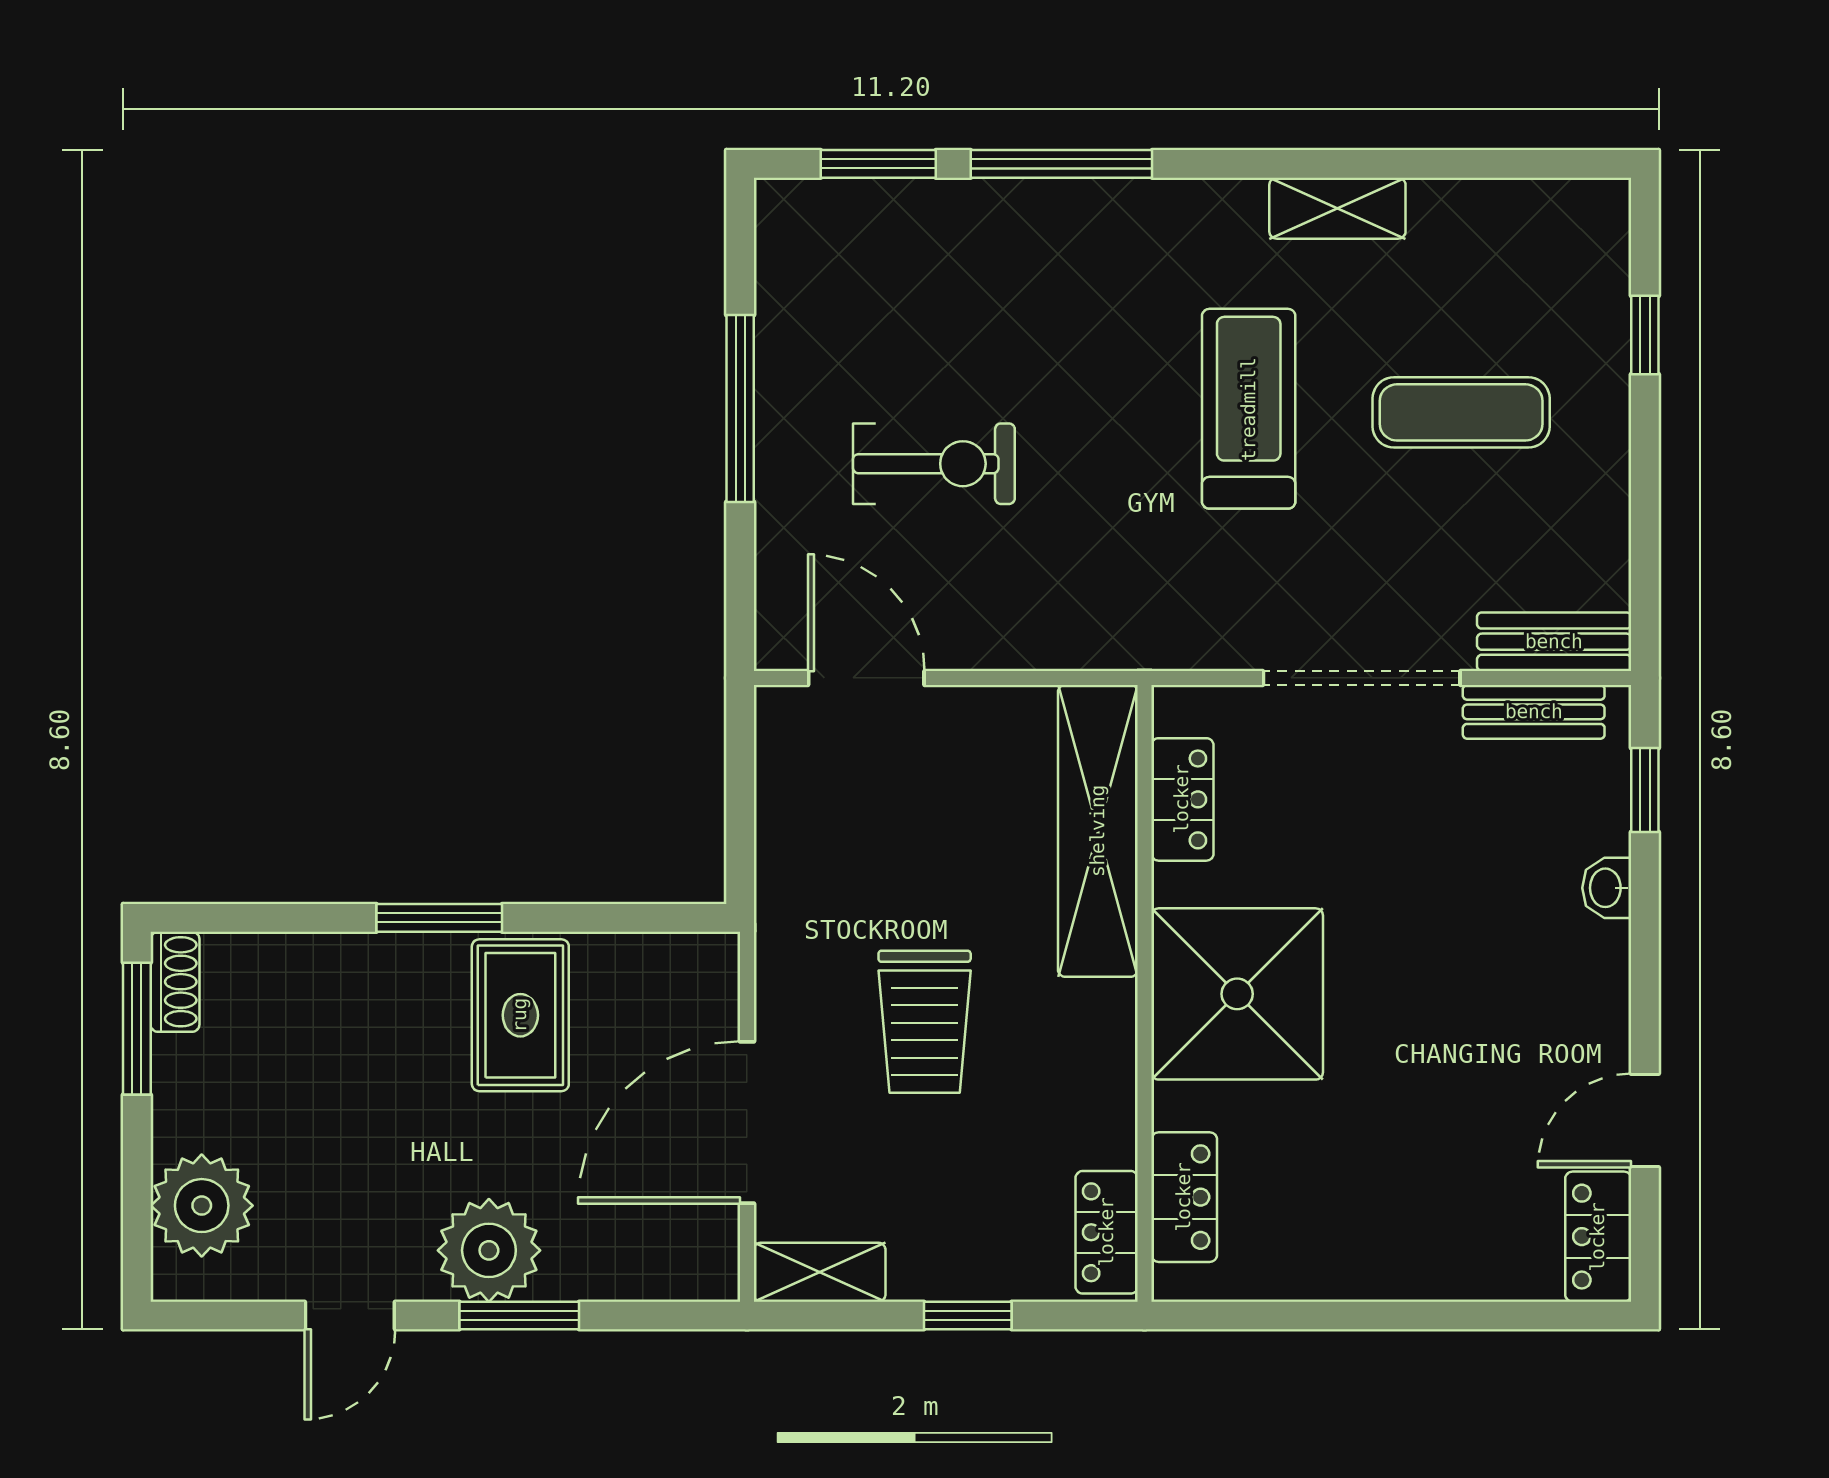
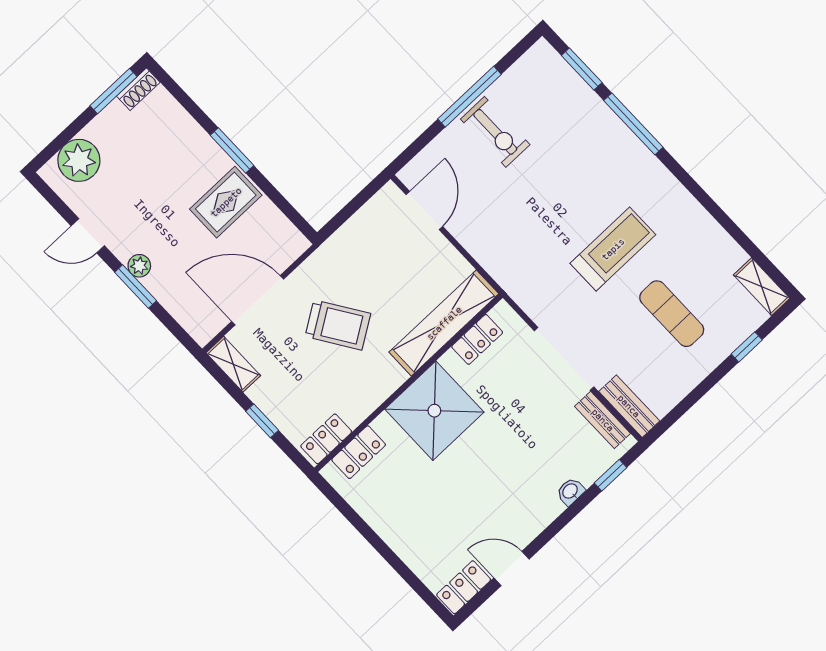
shelving: (1337, 208) -> (762, 287), moved
exercise bike: (934, 464) -> (495, 132), moved
trolley: (925, 1022) -> (338, 325), turned -123
plant: (489, 1250) -> (139, 266), width x0.53, depth x0.53

